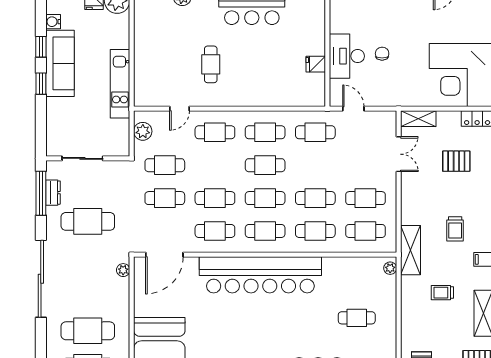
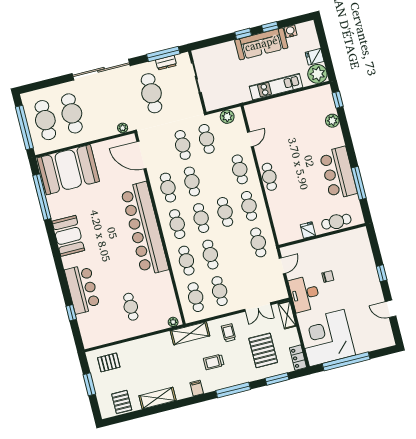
cafe table: (314, 25) -> (336, 222), added
desk: (347, 56) -> (305, 294), moved, turned -90
cafe table: (211, 64) -> (269, 177), moved, turned 90
kitchen unit: (120, 84) -> (276, 87), moved
door: (180, 109) -> (250, 139), swing flipped
pallet: (456, 161) -> (263, 350), width x1.50, depth x1.42
trolley: (442, 293) -> (229, 333), moved

